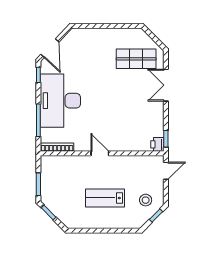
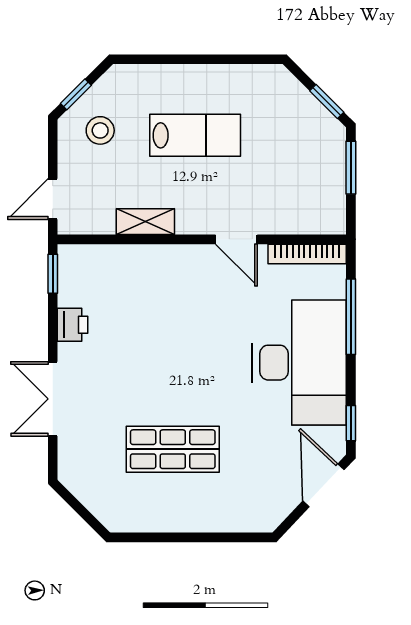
shop shelf: (136, 59) -> (173, 449), moved
double door: (166, 85) -> (53, 399), swing flipped
printer: (157, 144) -> (73, 325), moved
door: (100, 153) -> (236, 239), moved
shelving: (126, 161) -> (145, 222), added

